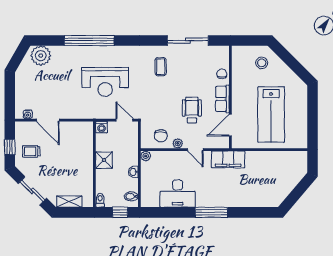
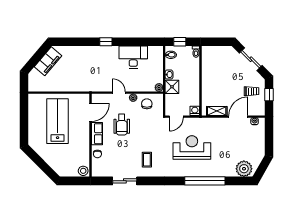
sliding door: (188, 41) -> (125, 181), width x0.73
stool: (262, 63) -> (83, 171), moved
door: (48, 120) -> (238, 117), hinge flipped
door: (124, 120) -> (176, 117), hinge flipped
filing cabinet: (228, 159) -> (48, 61), moved, turned 130
shower: (104, 160) -> (172, 87), moved
shelving: (69, 202) -> (217, 111), moved
window: (211, 212) -> (106, 42), width x0.46

